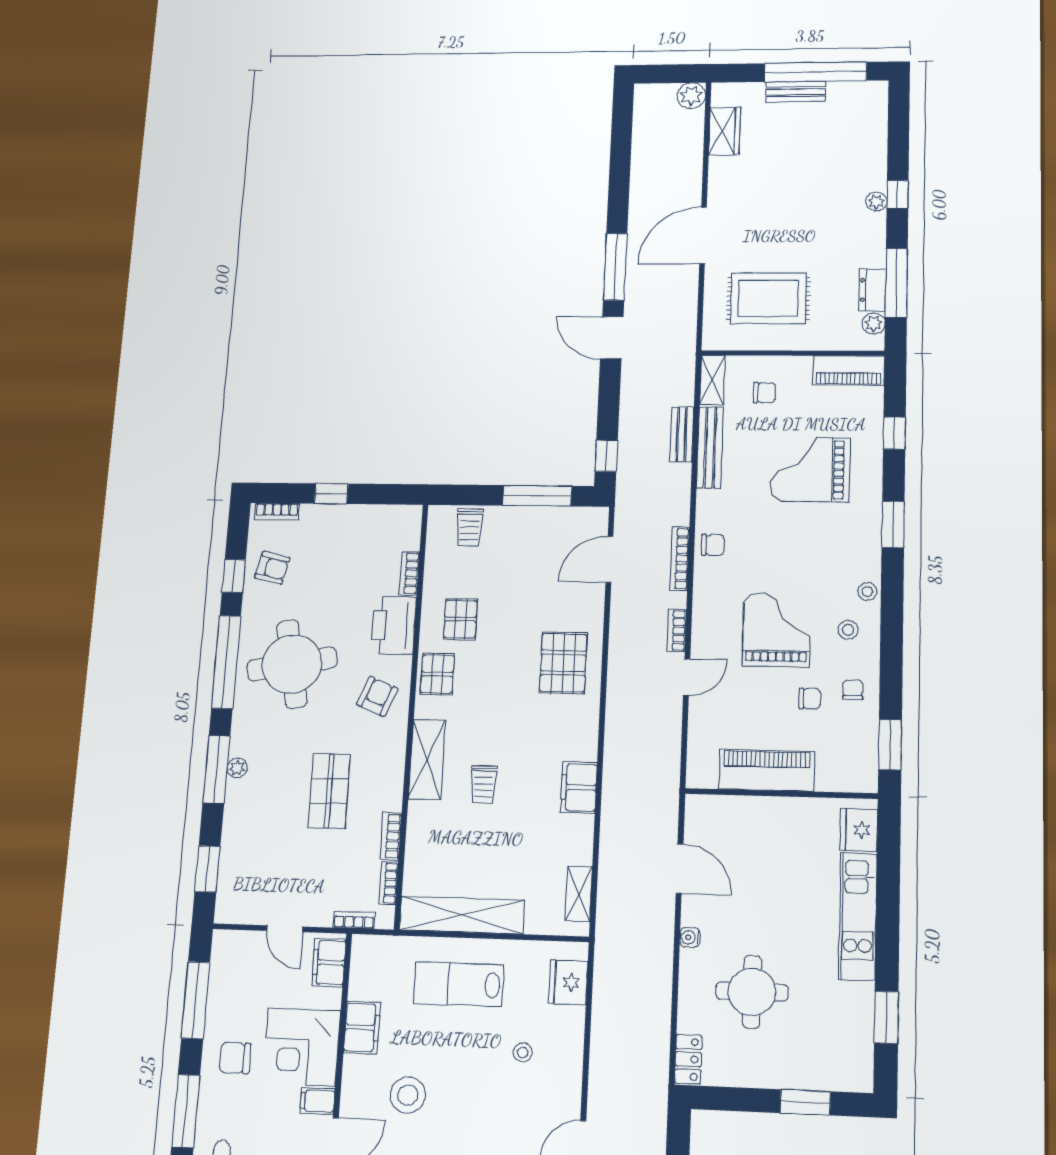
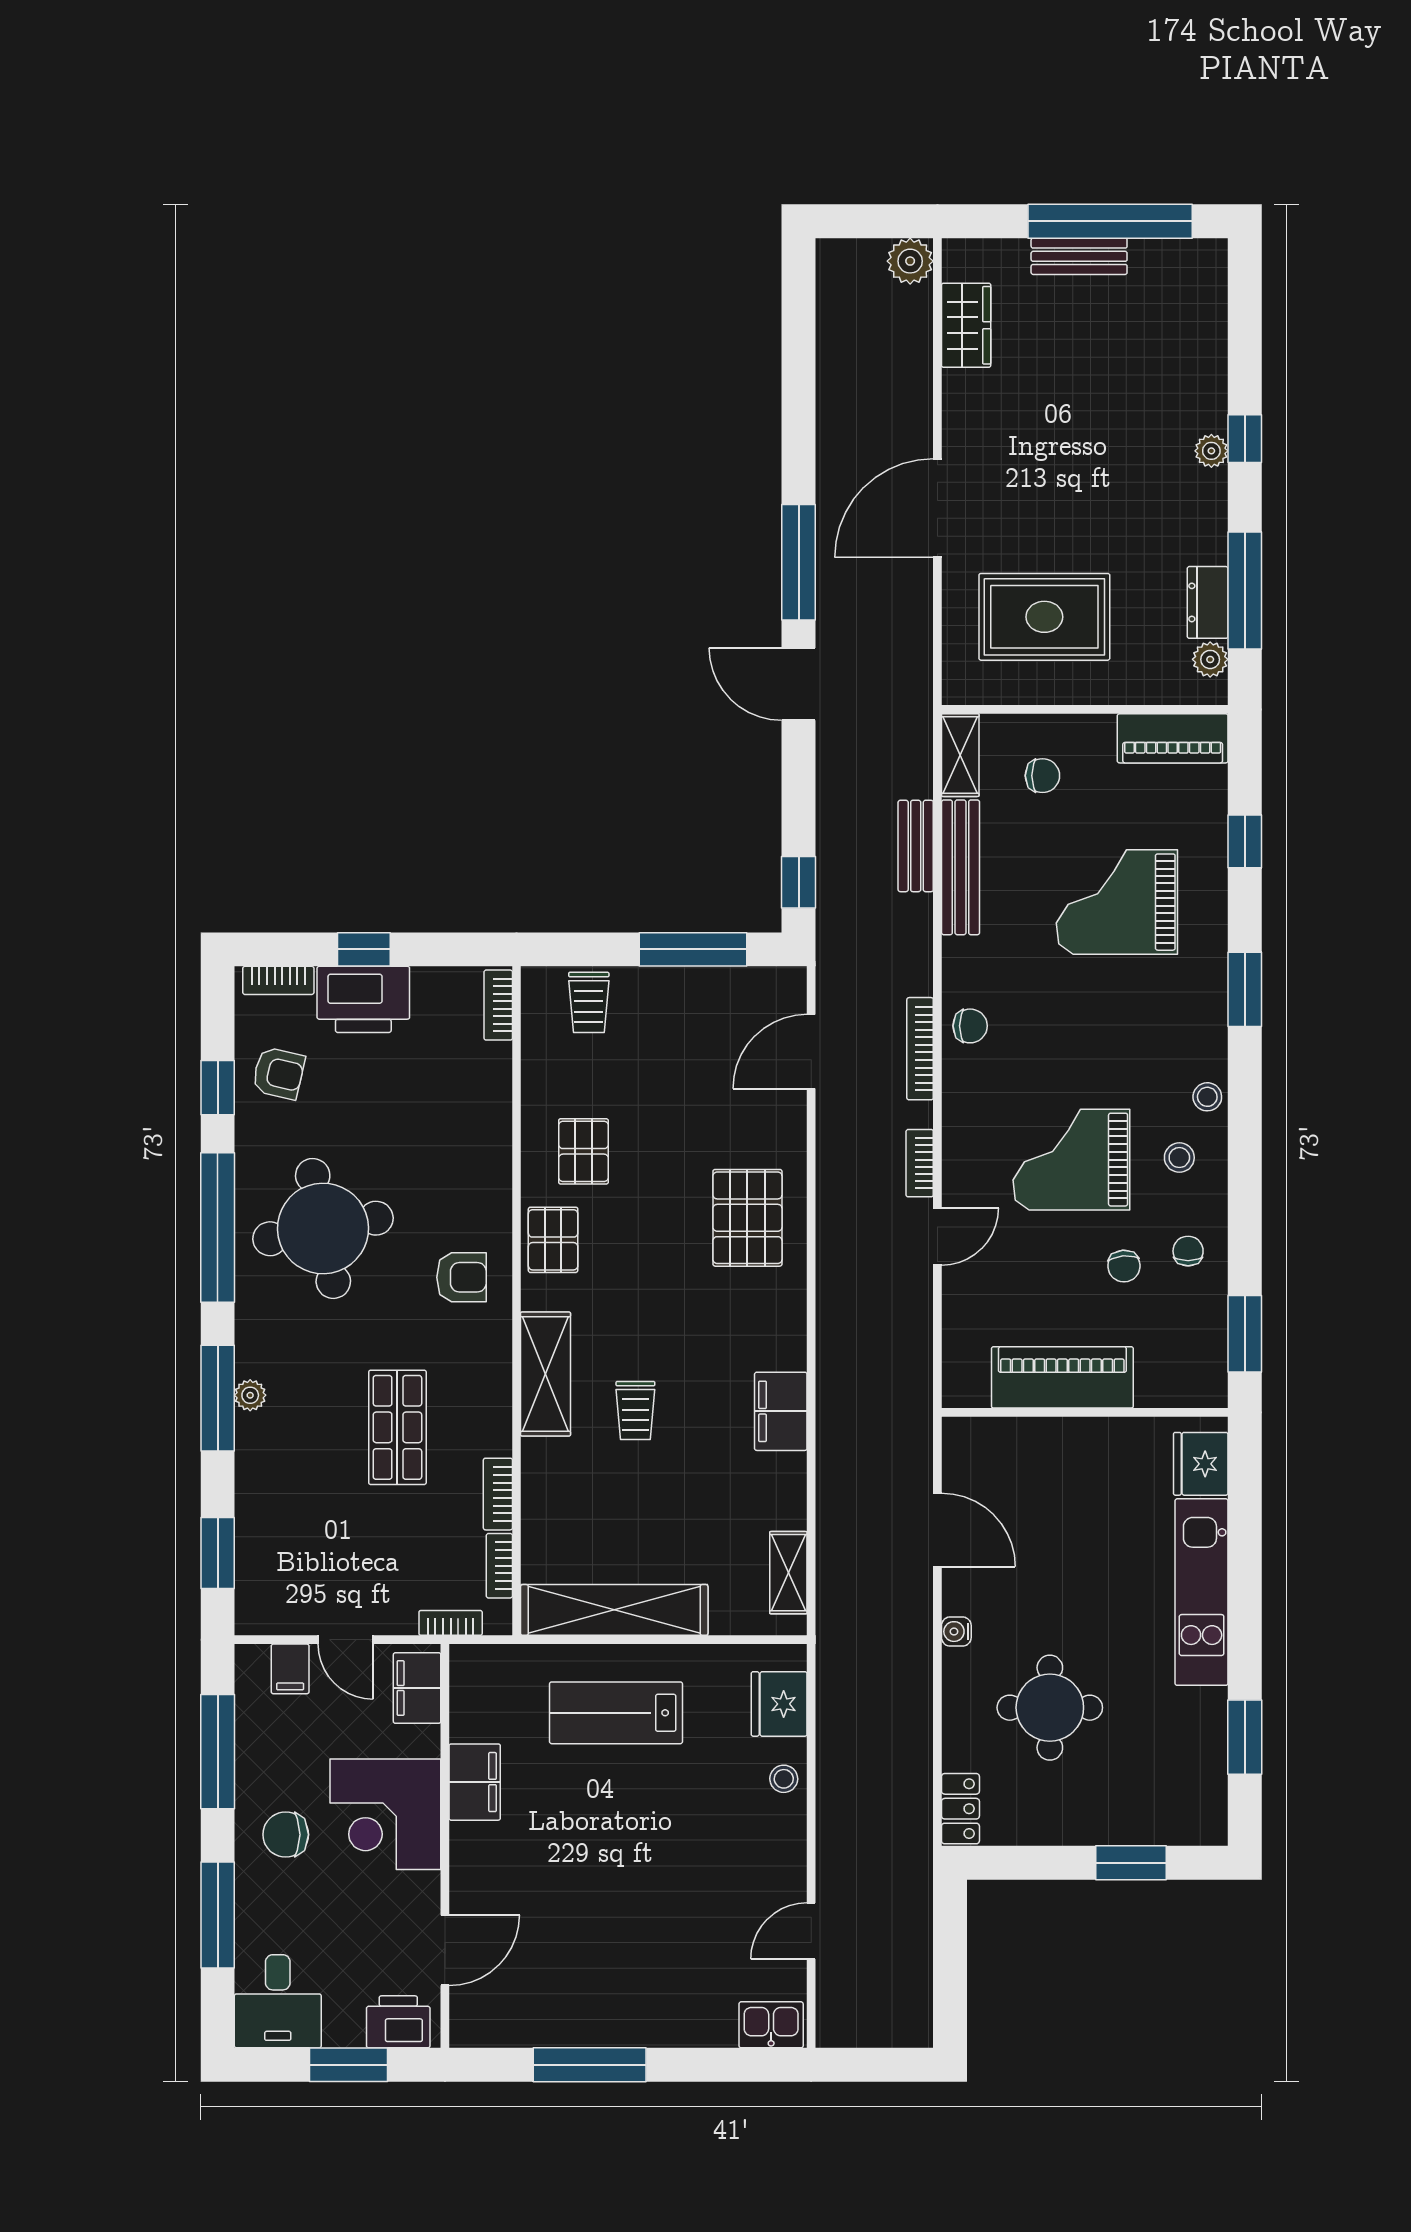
bookcase: (409, 573) -> (498, 1005), moved
printer: (394, 625) -> (363, 999), moved, turned -90
grand piano: (776, 630) -> (1071, 1160), turned -90
armchair: (377, 696) -> (461, 1277), turned 68
chair: (810, 699) -> (1124, 1266), turned 85
stool: (523, 1052) -> (784, 1779), moved
stool: (408, 1095) -> (550, 1878), removed
filing cabinet: (318, 1101) -> (290, 1669), moved, turned -90

